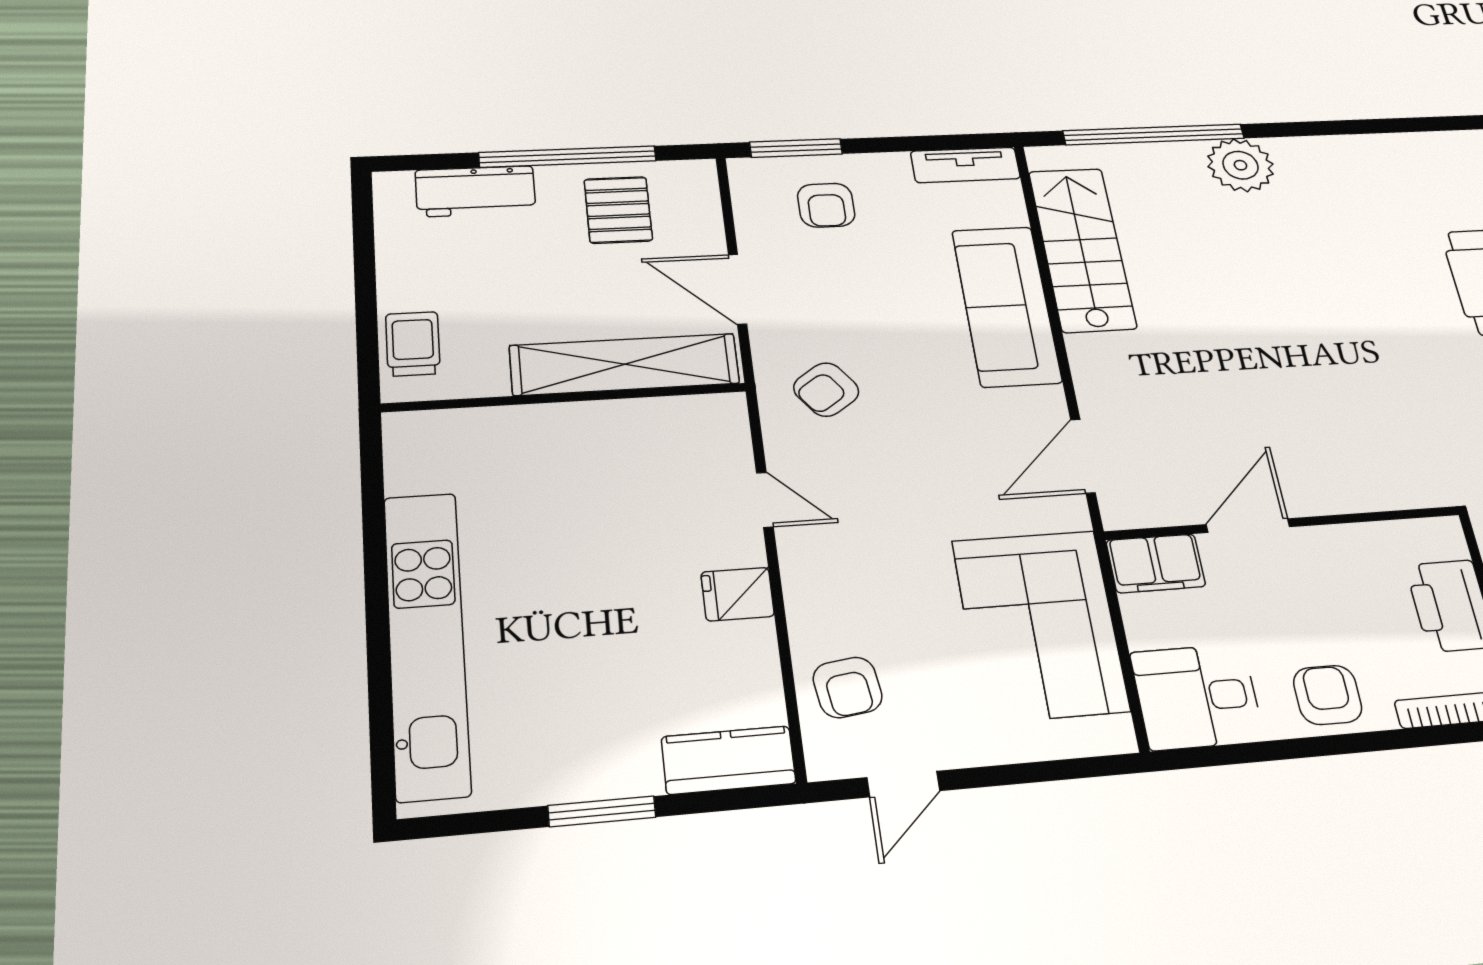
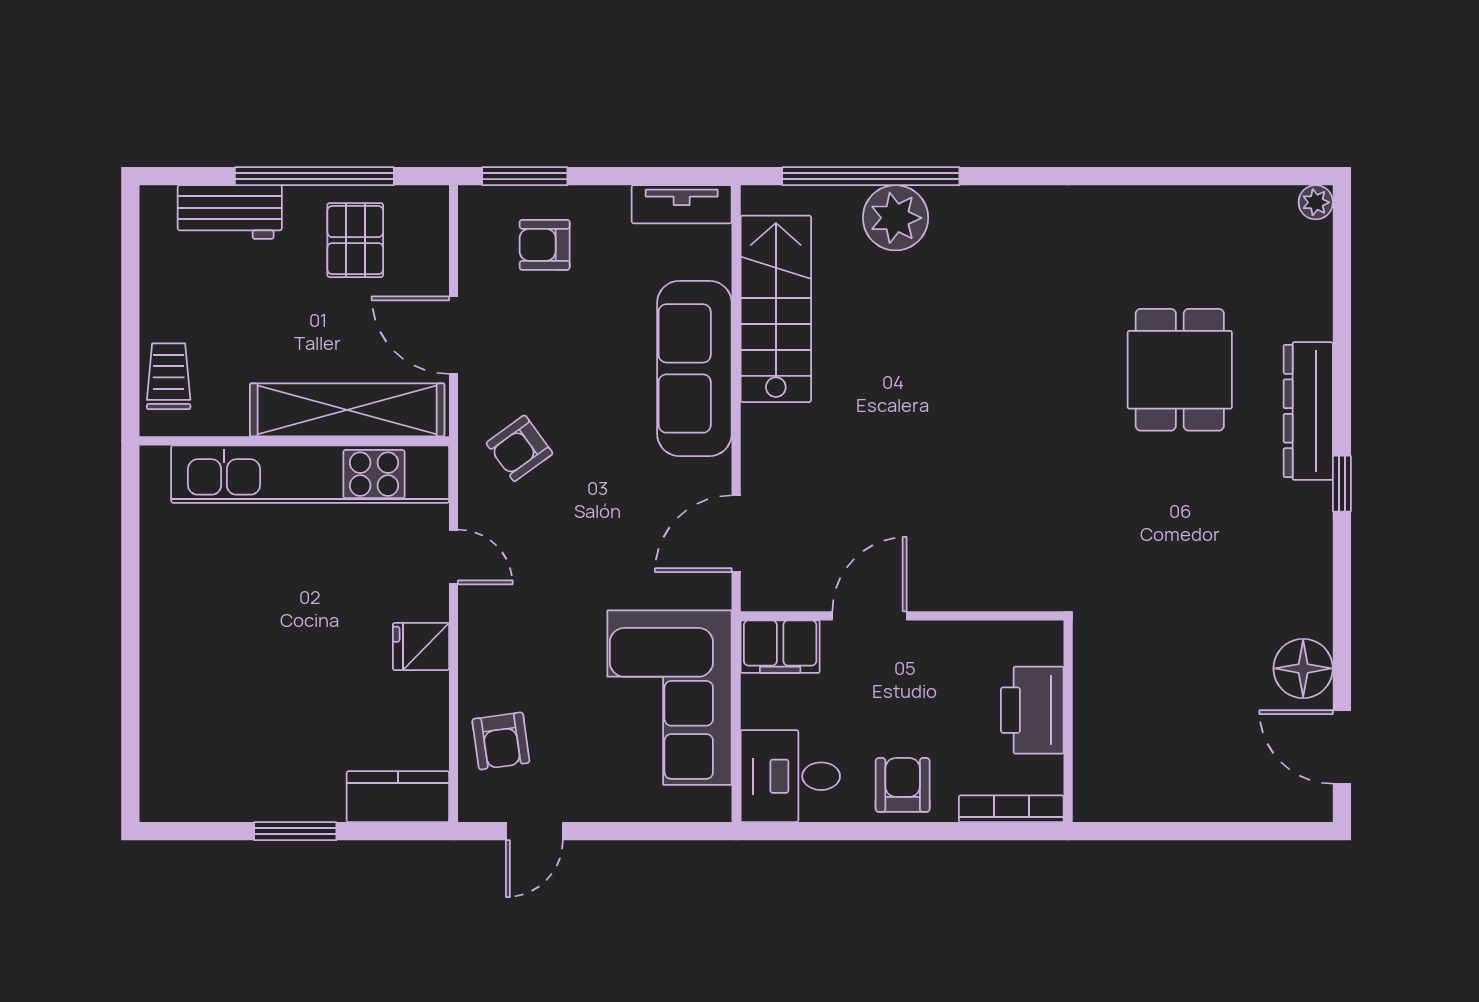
plant: (1240, 165) -> (896, 218), moved
armchair: (826, 205) -> (545, 245), turned 90
kitchen unit: (426, 643) -> (310, 474), moved, turned 90

